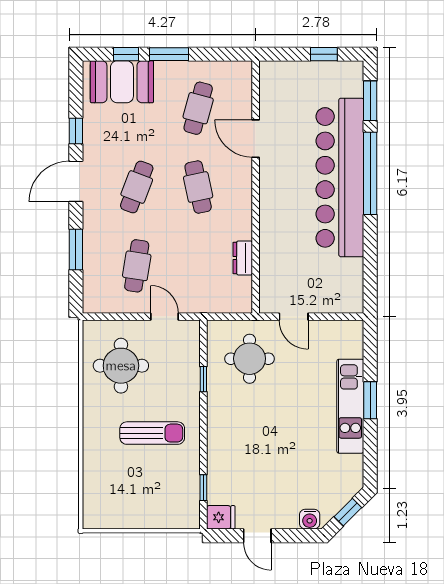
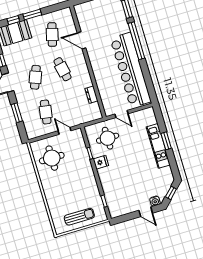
bar counter: (340, 177) -> (131, 70), moved
sun lounger: (152, 433) -> (79, 217), moved
fridge: (221, 517) -> (101, 162), moved
door: (257, 536) -> (146, 212), moved

